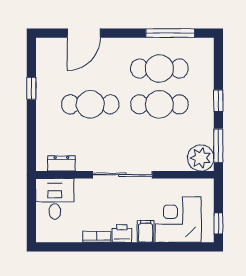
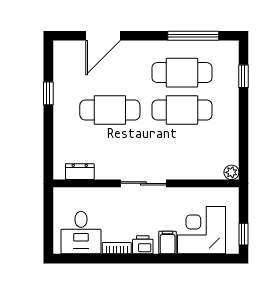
window: (218, 101) -> (243, 76), moved
window: (218, 146) -> (243, 153), removed
plant: (201, 158) -> (231, 172), width x0.53, depth x0.53
sliding door: (122, 175) -> (143, 183), width x0.73
desk: (55, 199) -> (81, 233), moved, turned 180

